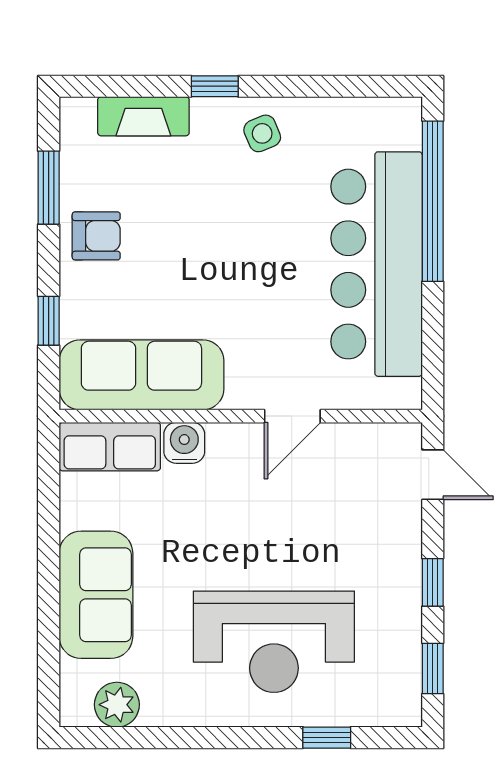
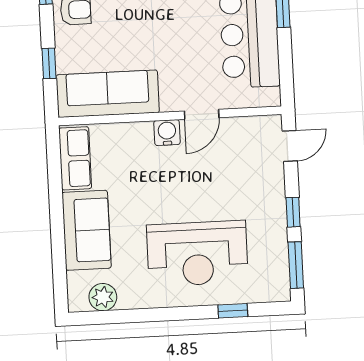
water cooler: (184, 443) -> (167, 133), moved
row of seats: (110, 447) -> (75, 158), moved, turned -90
door: (433, 475) -> (290, 146), hinge flipped
window: (433, 669) -> (296, 265), width x1.50

